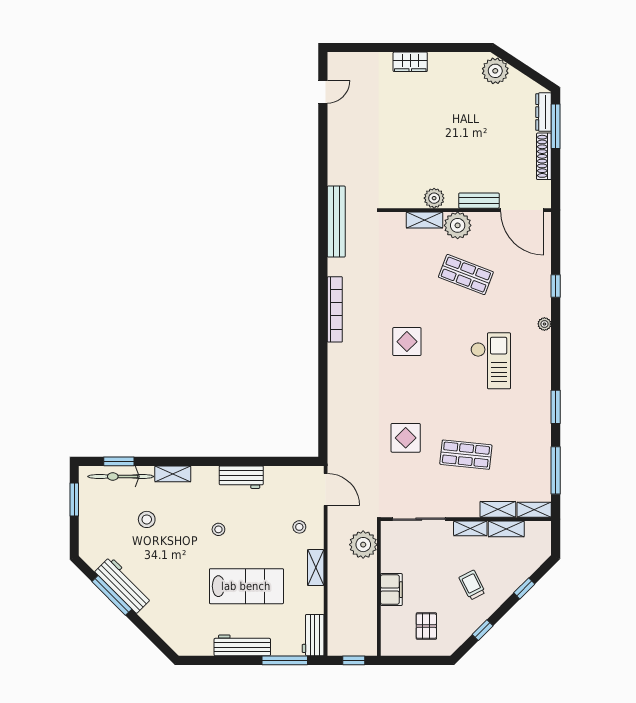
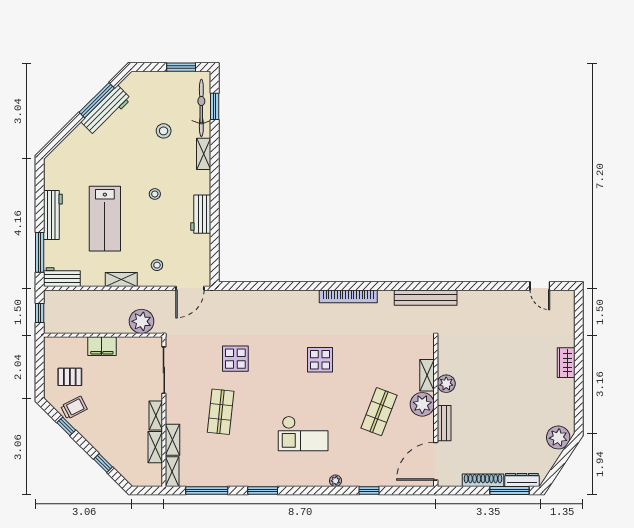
trolley: (472, 585) -> (74, 408), moved

